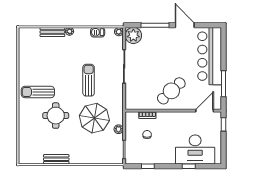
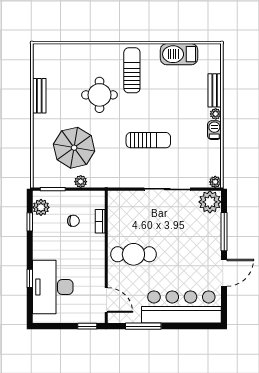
barbecue: (98, 32) -> (214, 130), moved
barbecue: (26, 58) -> (179, 54), added
cafe table: (171, 91) -> (133, 254), turned -47
parasol: (94, 118) -> (74, 148), moved
plant: (137, 158) -> (41, 207), added

